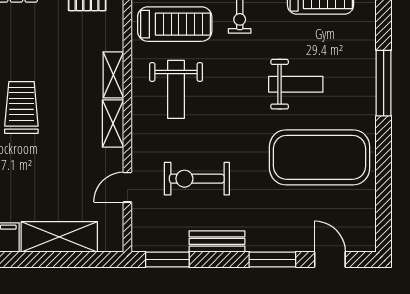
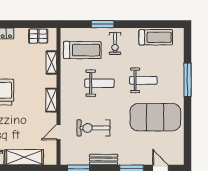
shelving: (113, 75) -> (51, 62), moved
weight bench: (176, 89) -> (99, 83), moved, turned -90

